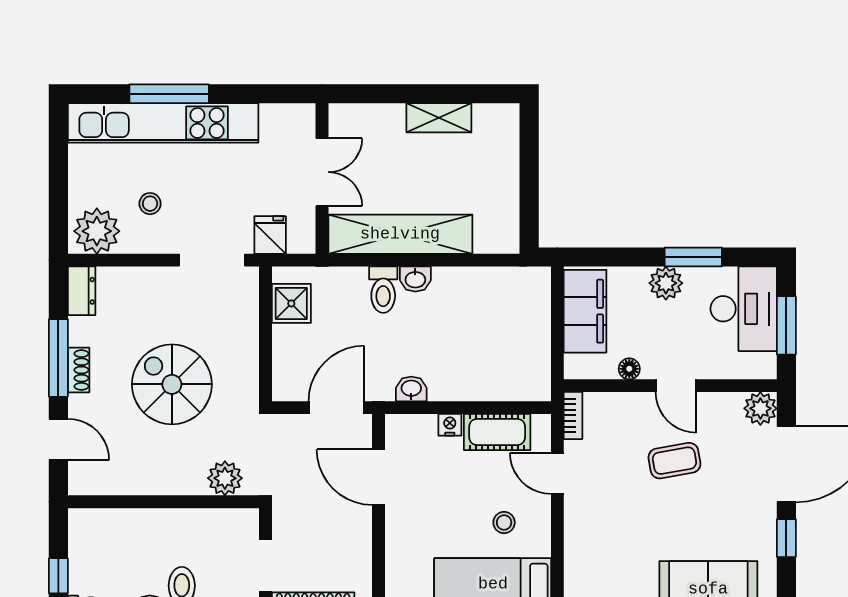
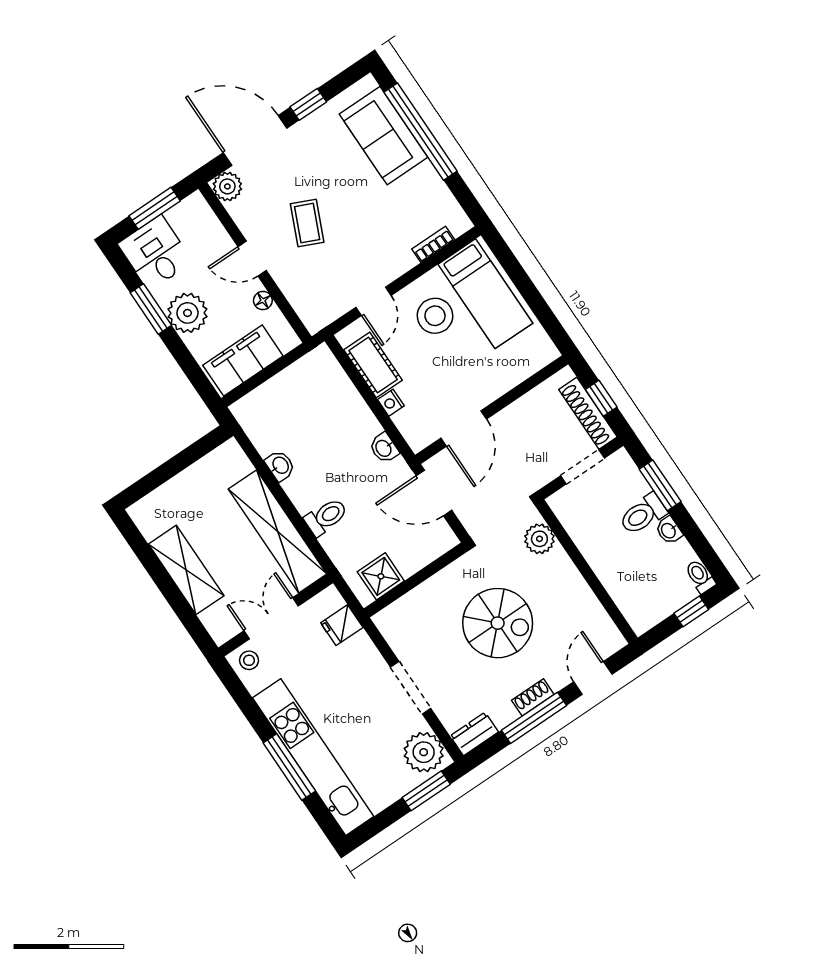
shelving: (439, 118) -> (186, 570), width x1.50, depth x1.33
stool: (150, 204) -> (249, 660), moved
window: (58, 209) -> (426, 791), added
doorway: (212, 260) -> (411, 688), moved
washbasin: (415, 279) -> (280, 466), moved
plant: (666, 283) -> (187, 313), width x1.36, depth x1.36
desk: (744, 309) -> (155, 253), width x0.73
spiral stairs: (172, 384) -> (498, 623), turned -90
door: (676, 386) -> (252, 258), swing flipped
bookcase: (573, 415) -> (433, 244), moved
coffee table: (674, 461) -> (307, 223), turned 34
stool: (504, 523) -> (435, 316), width x1.89, depth x1.89

